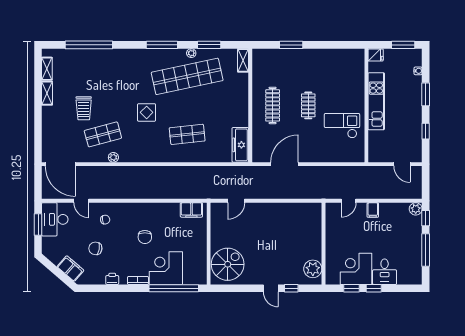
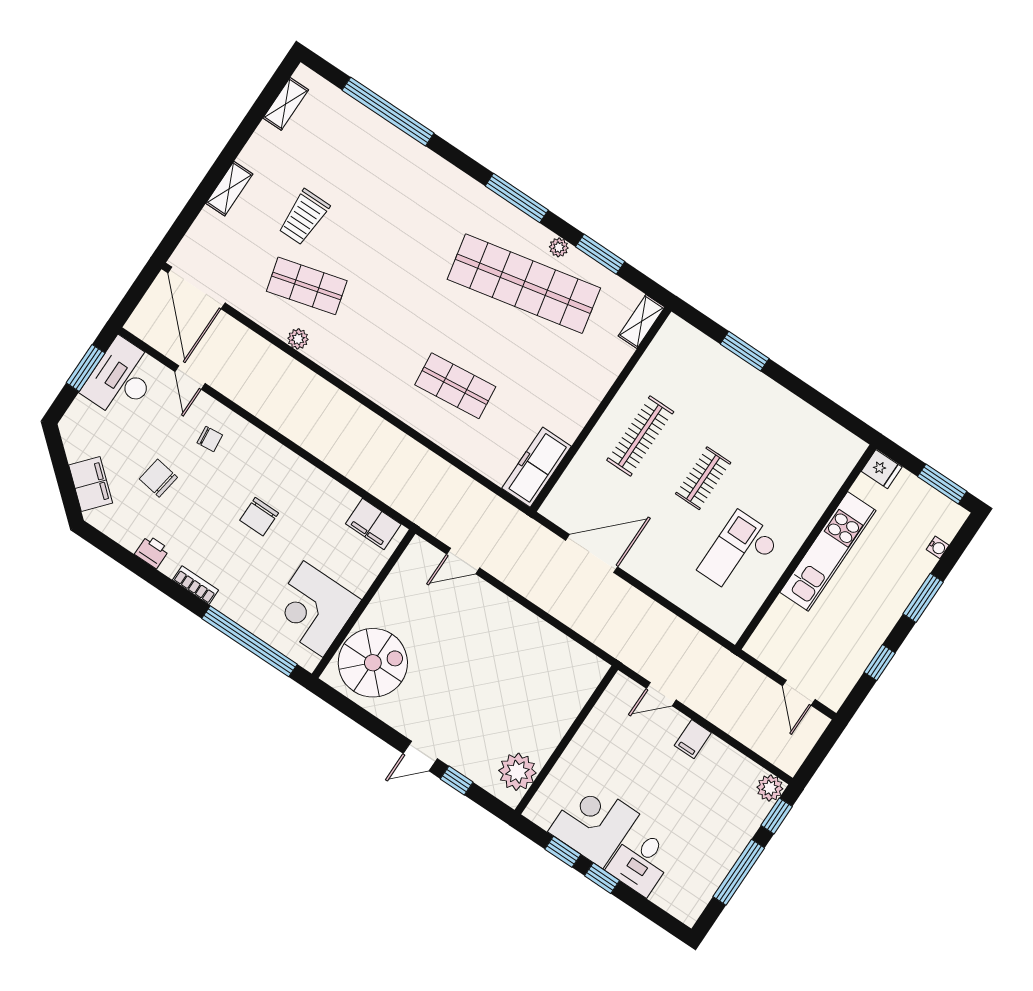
shelving: (47, 93) -> (229, 189), moved
display table: (147, 112) -> (410, 299), removed
checkout: (342, 126) -> (739, 554), turned -90
corner desk: (166, 268) -> (313, 609), moved, turned -90
door: (271, 288) -> (420, 756), hinge flipped

